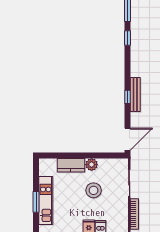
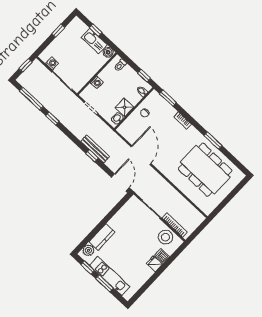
plant: (92, 165) -> (88, 250), moved
window: (36, 177) -> (88, 268), added
stool: (94, 190) -> (165, 237), moved

